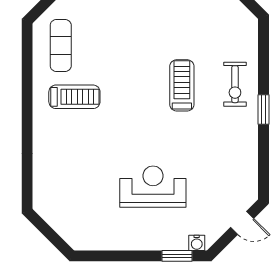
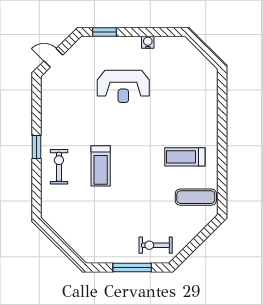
exercise mat: (61, 46) -> (196, 197), turned 90
water cooler: (197, 243) -> (148, 42), moved

